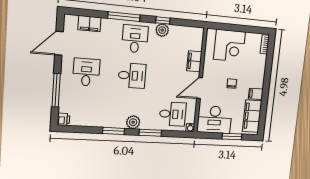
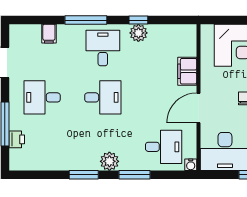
filing cabinet: (89, 24) -> (49, 34), width x0.50
desk: (86, 72) -> (42, 97), turned -90
printer: (64, 119) -> (17, 139), moved

